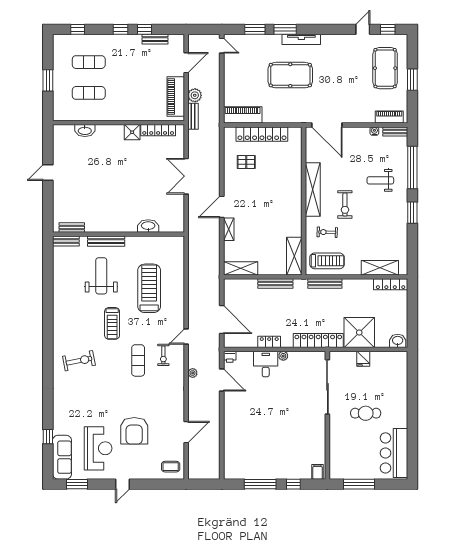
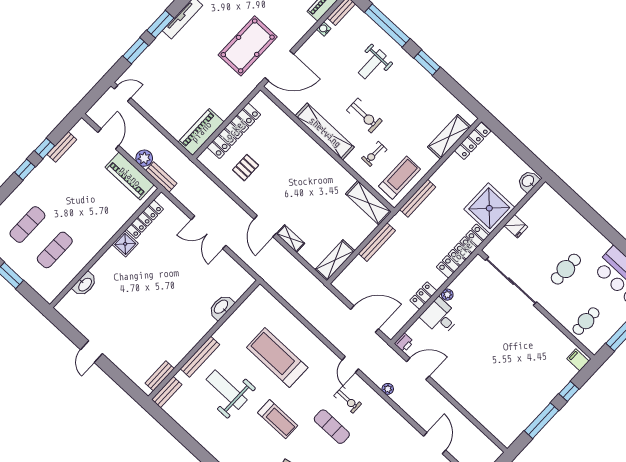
pool table: (290, 75) -> (248, 46), moved
cafe table: (346, 455) -> (586, 321), added

